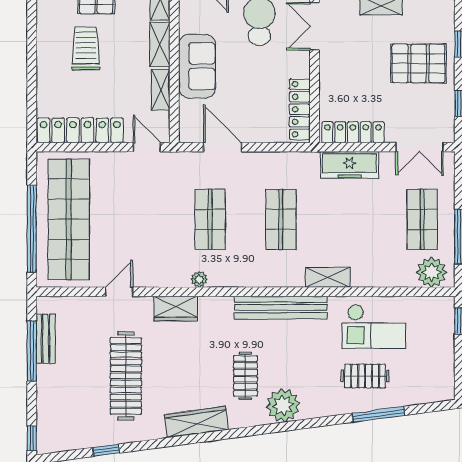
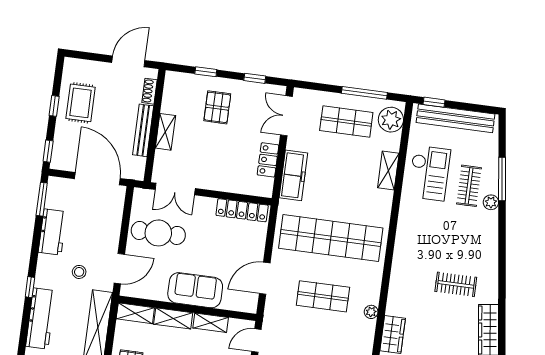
pallet: (419, 63) -> (217, 107), width x0.67, depth x0.71
locker: (353, 132) -> (268, 160), width x0.66
double door: (420, 147) -> (286, 116), swing flipped
shop shelf: (281, 219) -> (331, 238), width x2.00, depth x1.36
shelving: (328, 277) -> (388, 170), moved
bench: (281, 308) -> (455, 118), moved, turned 90
plant: (283, 405) -> (491, 202), moved, width x0.53, depth x0.53

